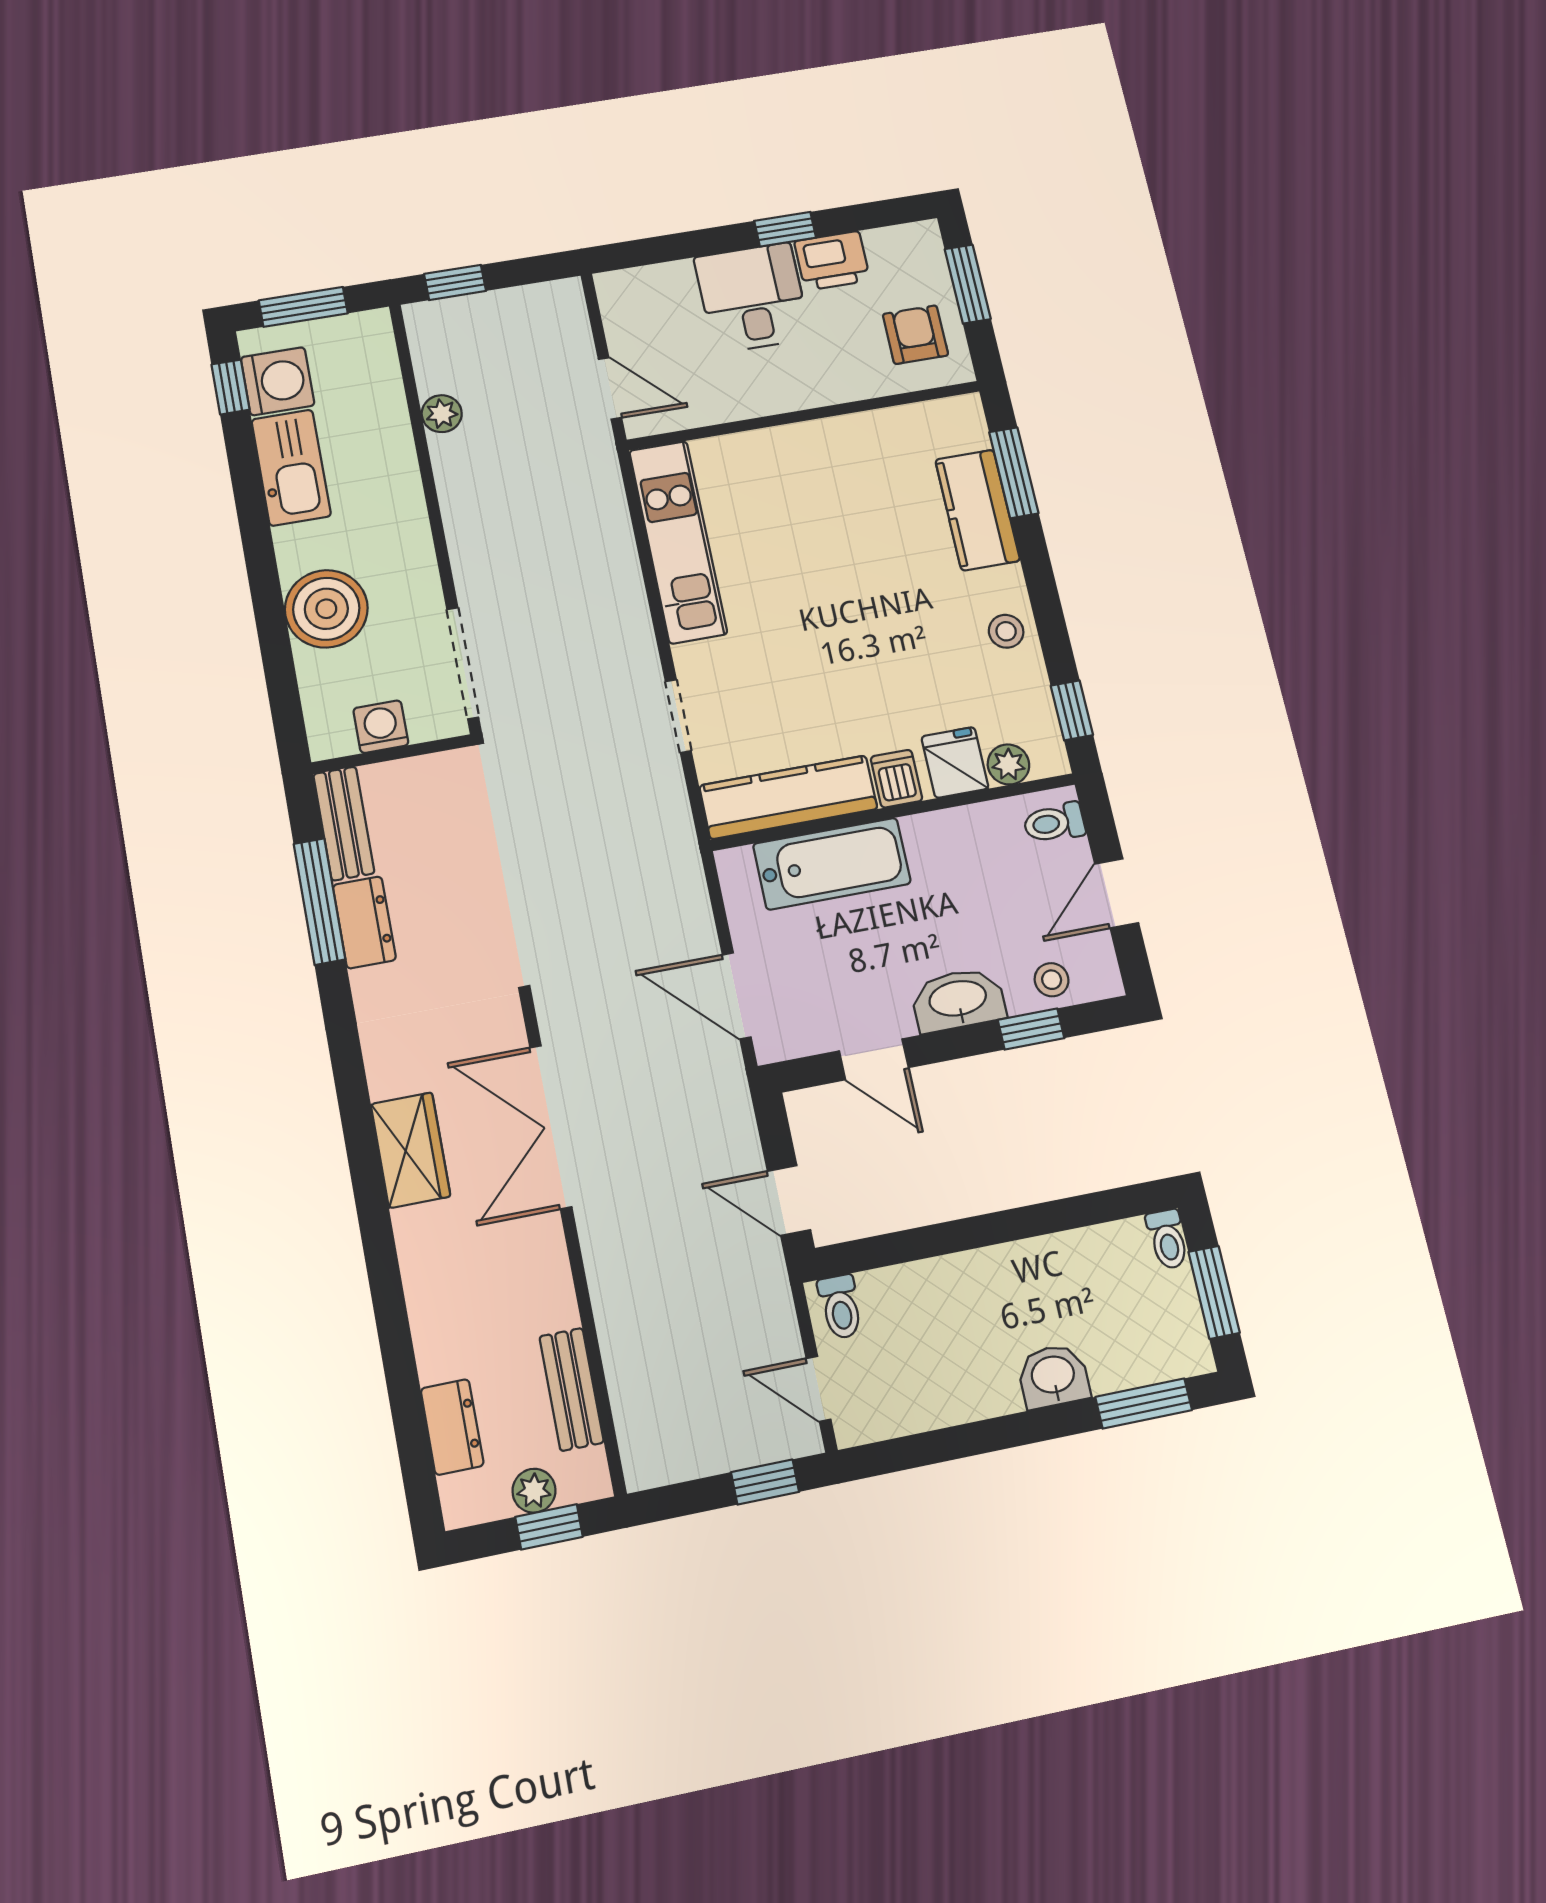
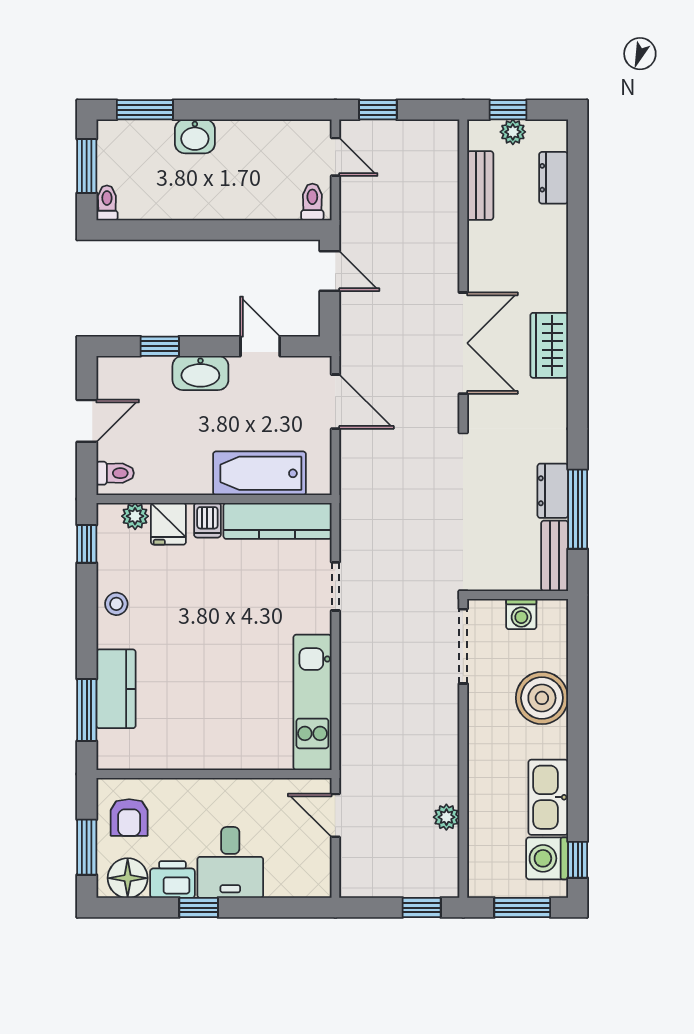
floor lamp: (898, 252) -> (128, 878), added
stool: (1052, 980) -> (140, 374), removed

